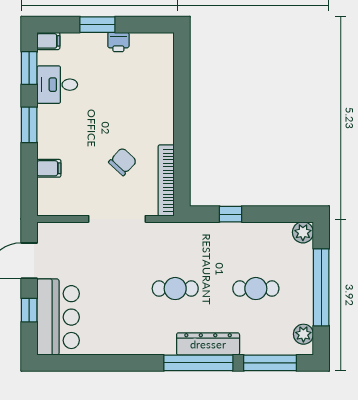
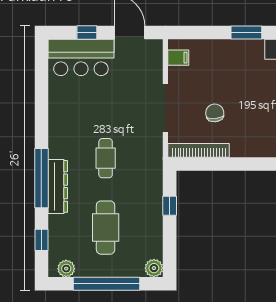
chair: (123, 162) -> (215, 113), turned -139
filing cabinet: (49, 168) -> (178, 58), moved, turned -90
cafe table: (256, 289) -> (106, 228), width x1.37, depth x1.35
window: (270, 363) -> (41, 240), width x0.46

